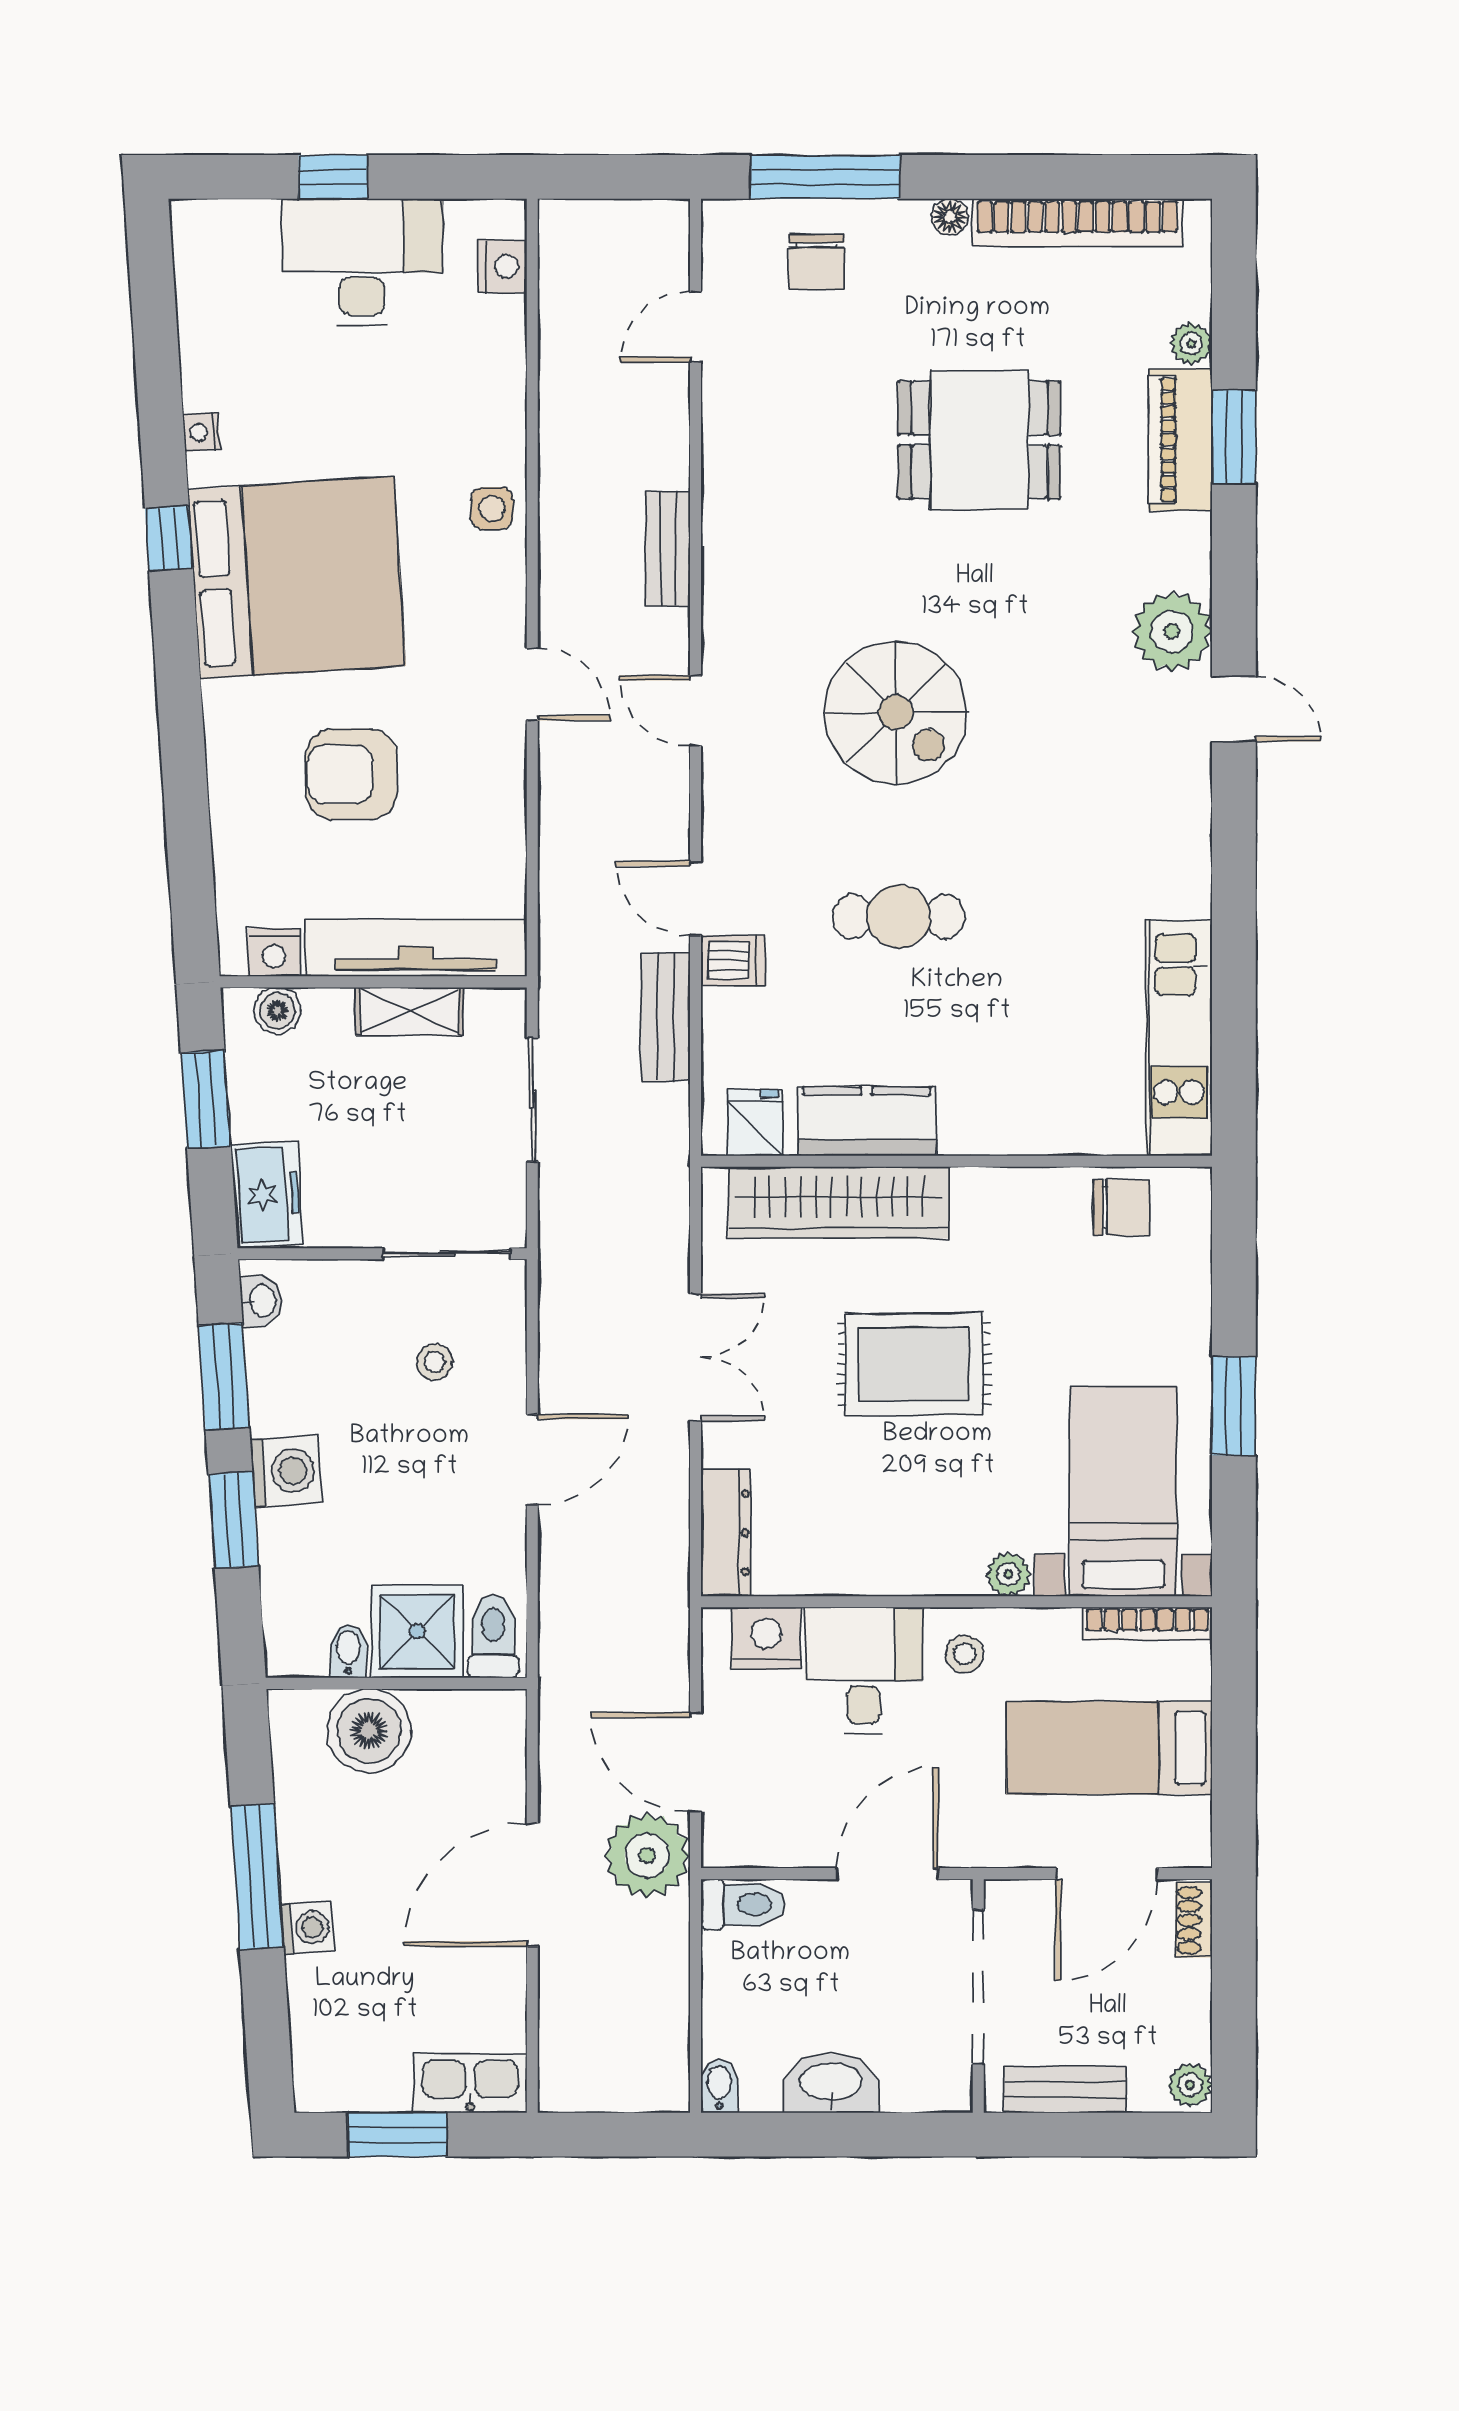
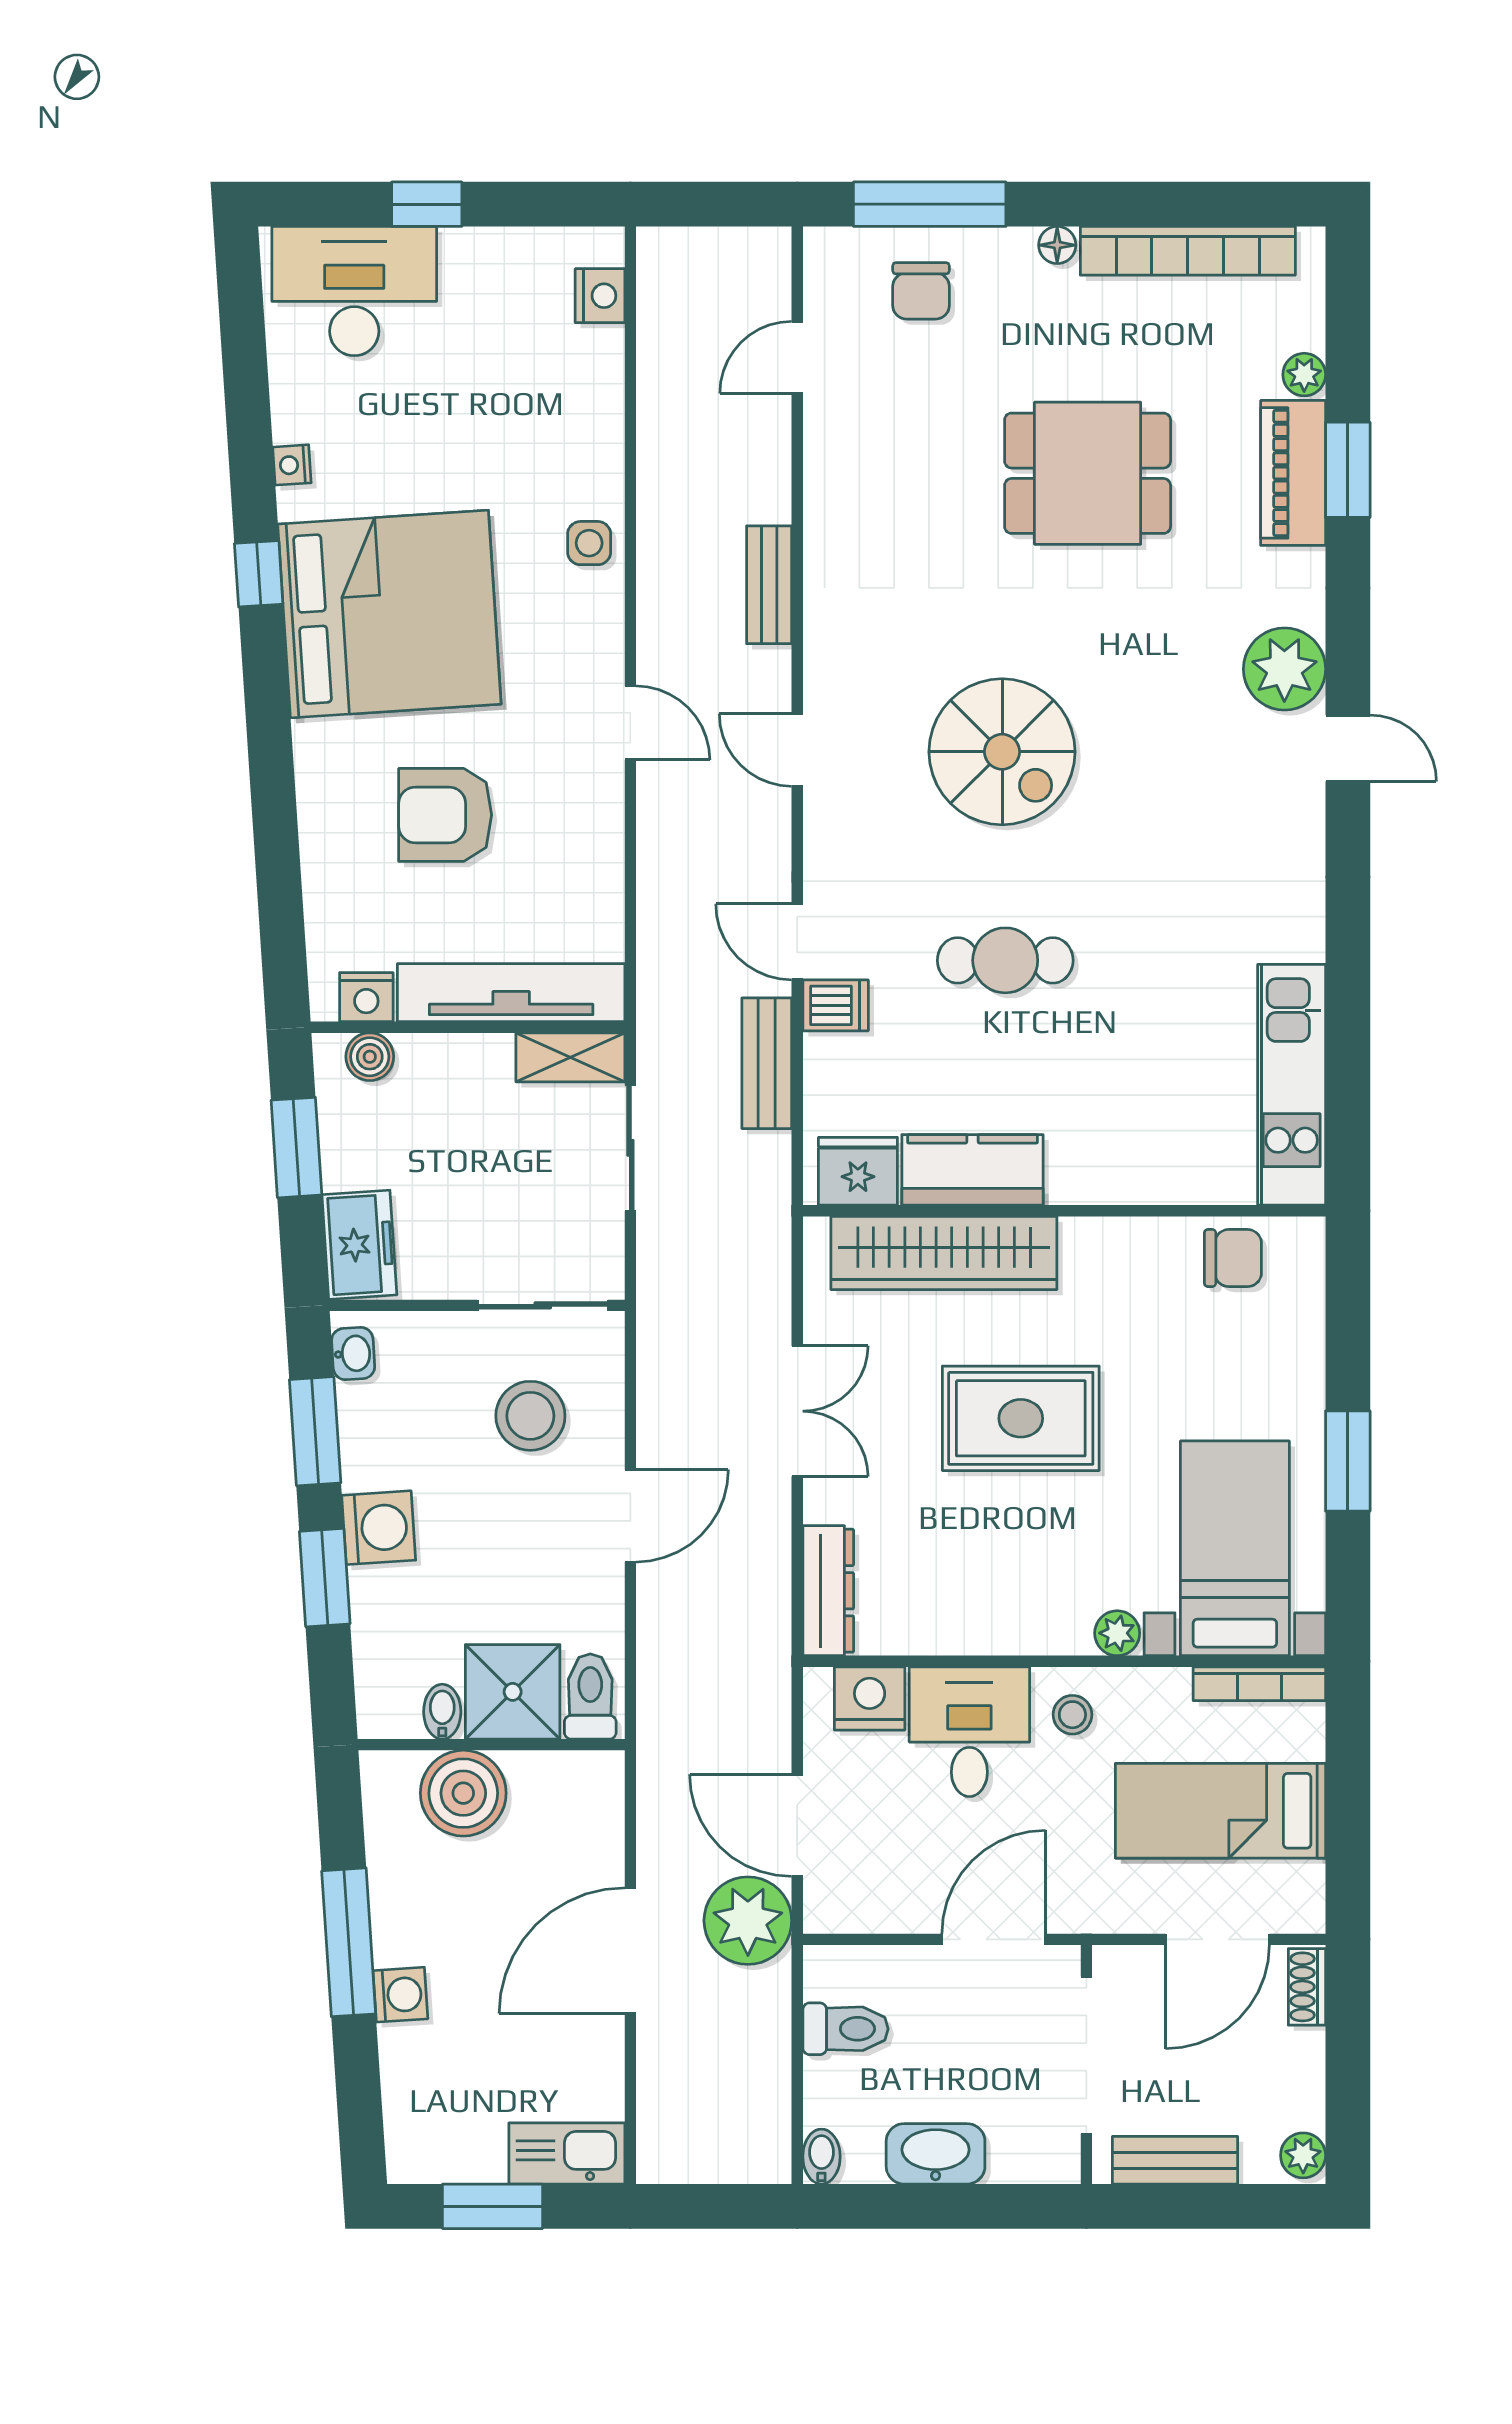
desk: (362, 262) -> (354, 291), moved
shelving: (409, 1011) -> (570, 1057), moved
fridge: (755, 1123) -> (858, 1171), width x1.38
stool: (435, 1362) -> (530, 1416), width x1.89, depth x1.89
toilet: (743, 1905) -> (846, 2029), moved

